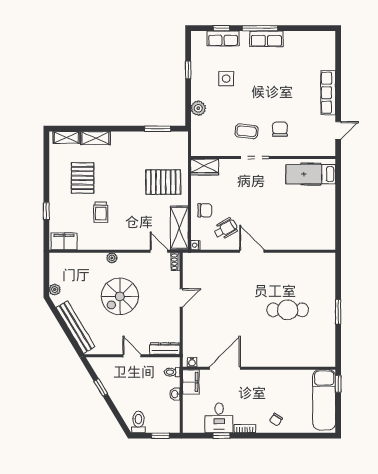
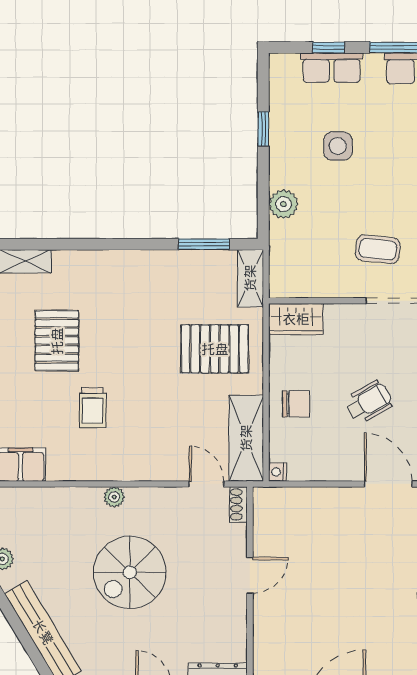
shelving: (95, 138) -> (250, 278), moved, turned 90
wheelchair: (226, 229) -> (369, 402), moved

